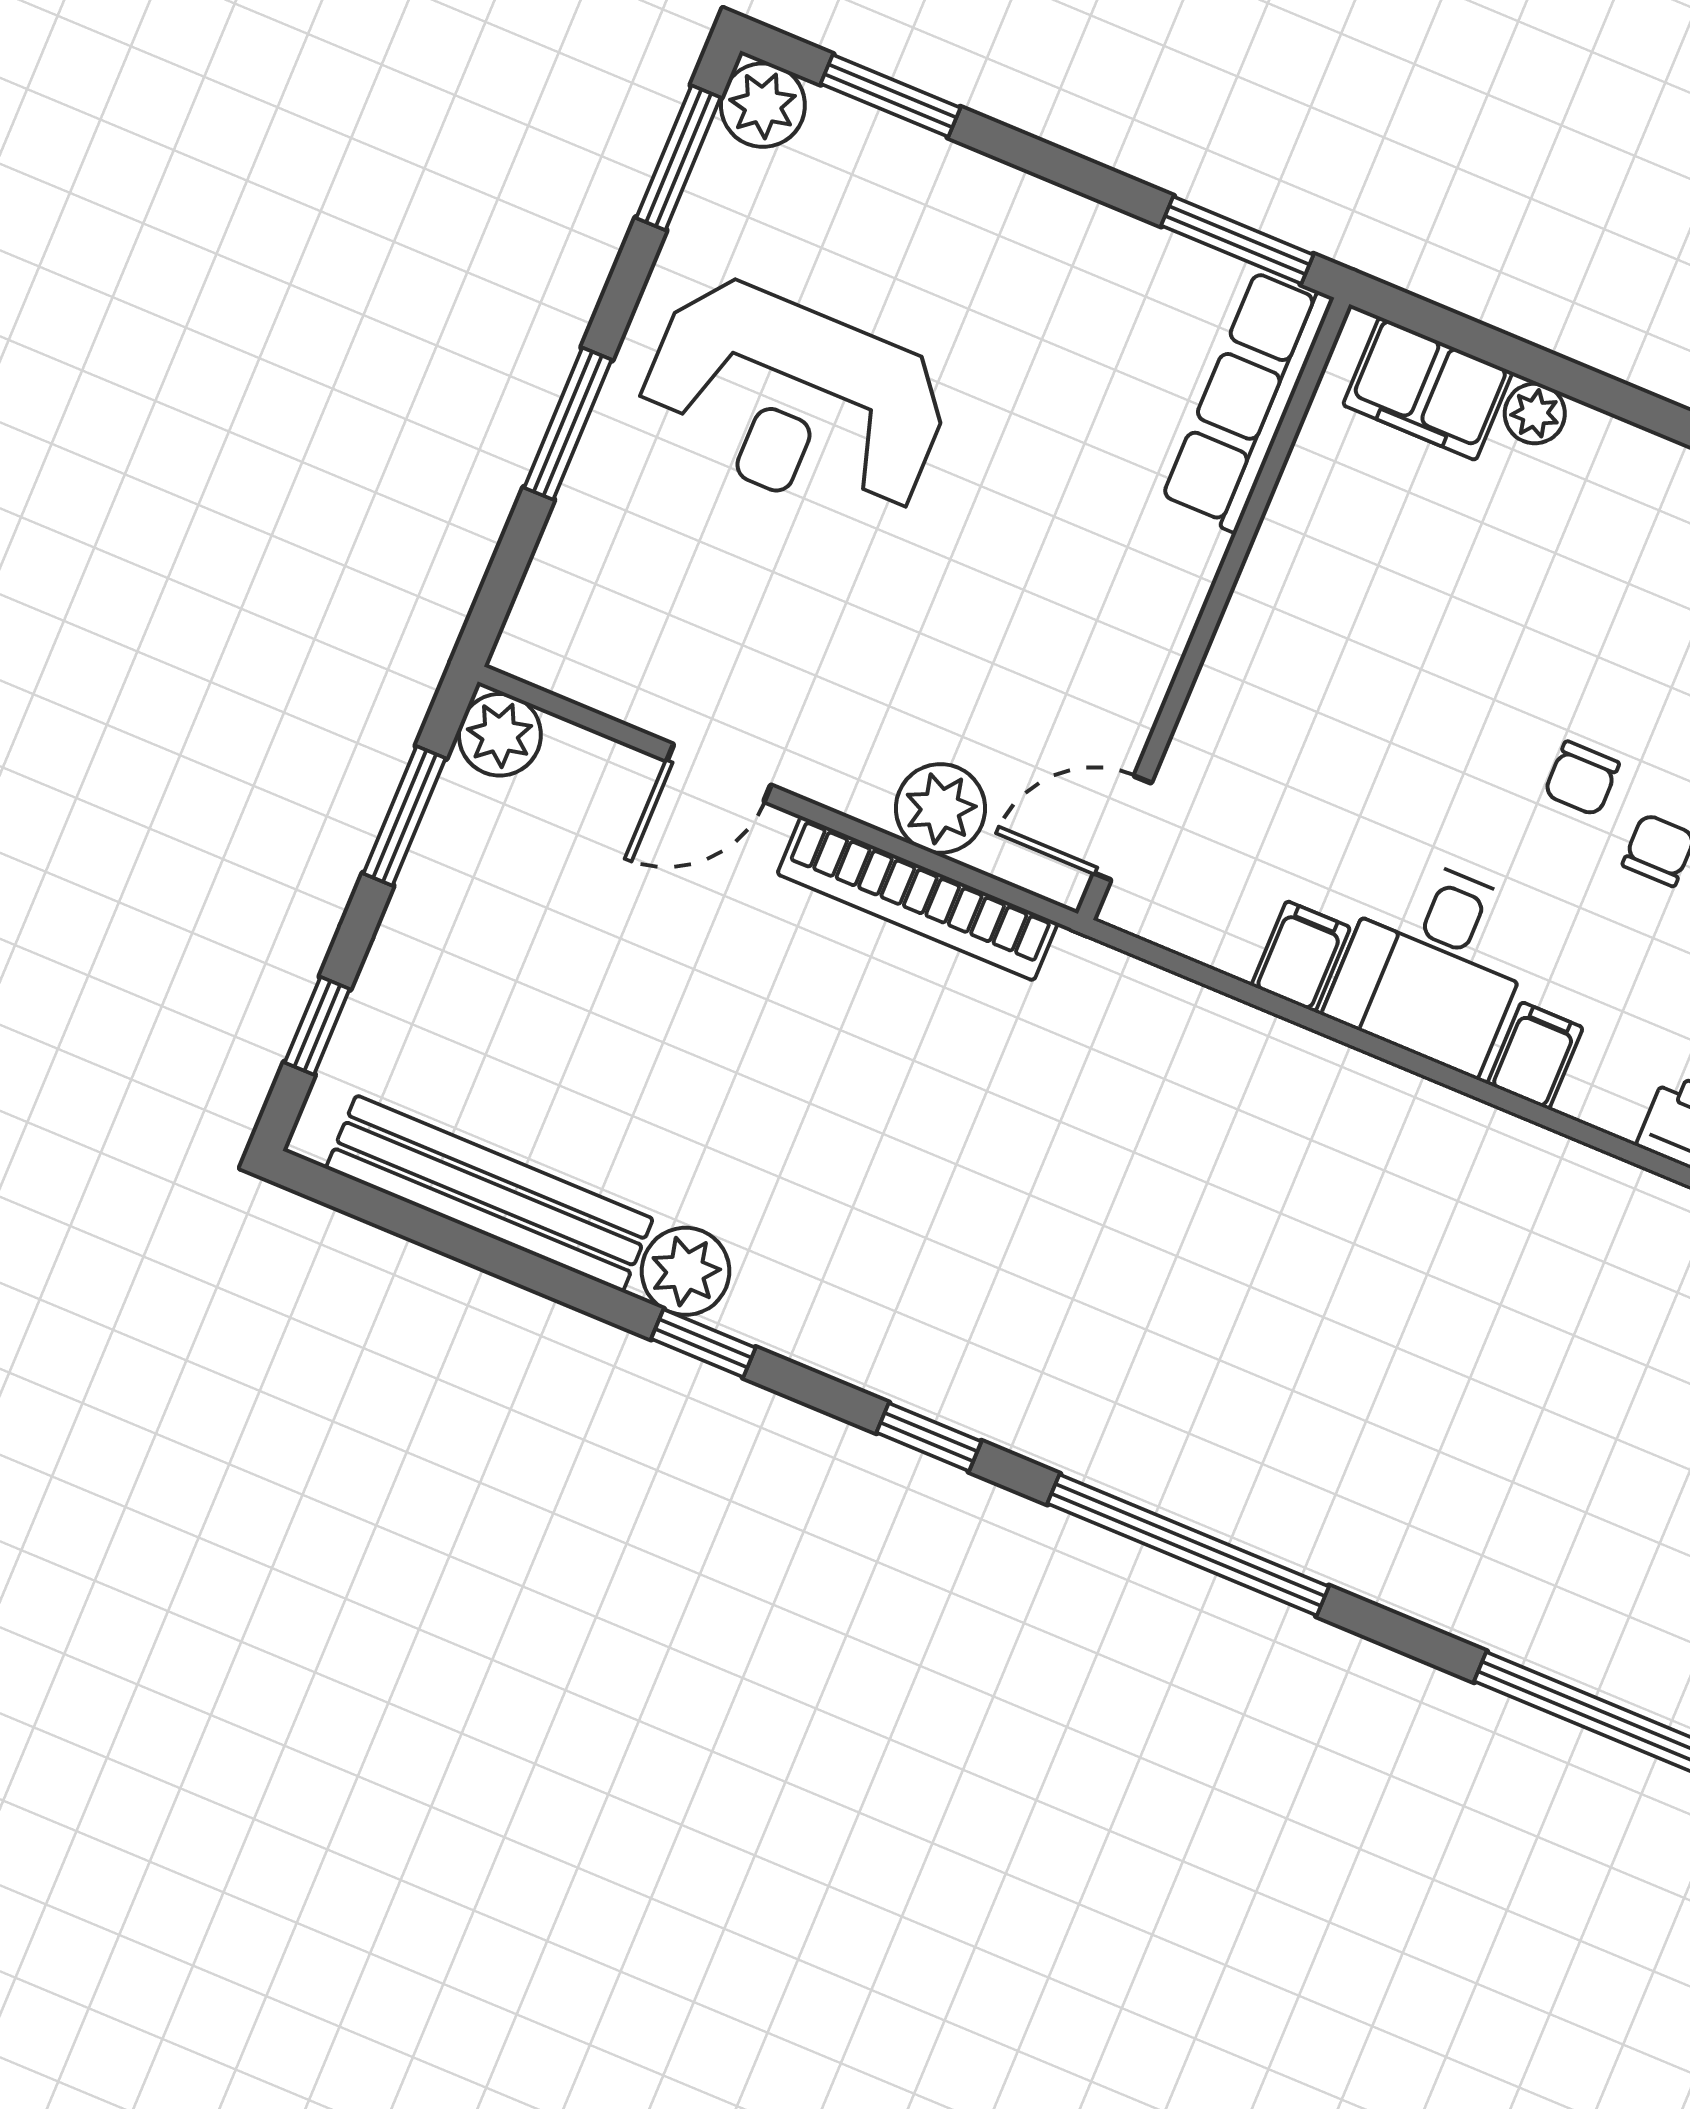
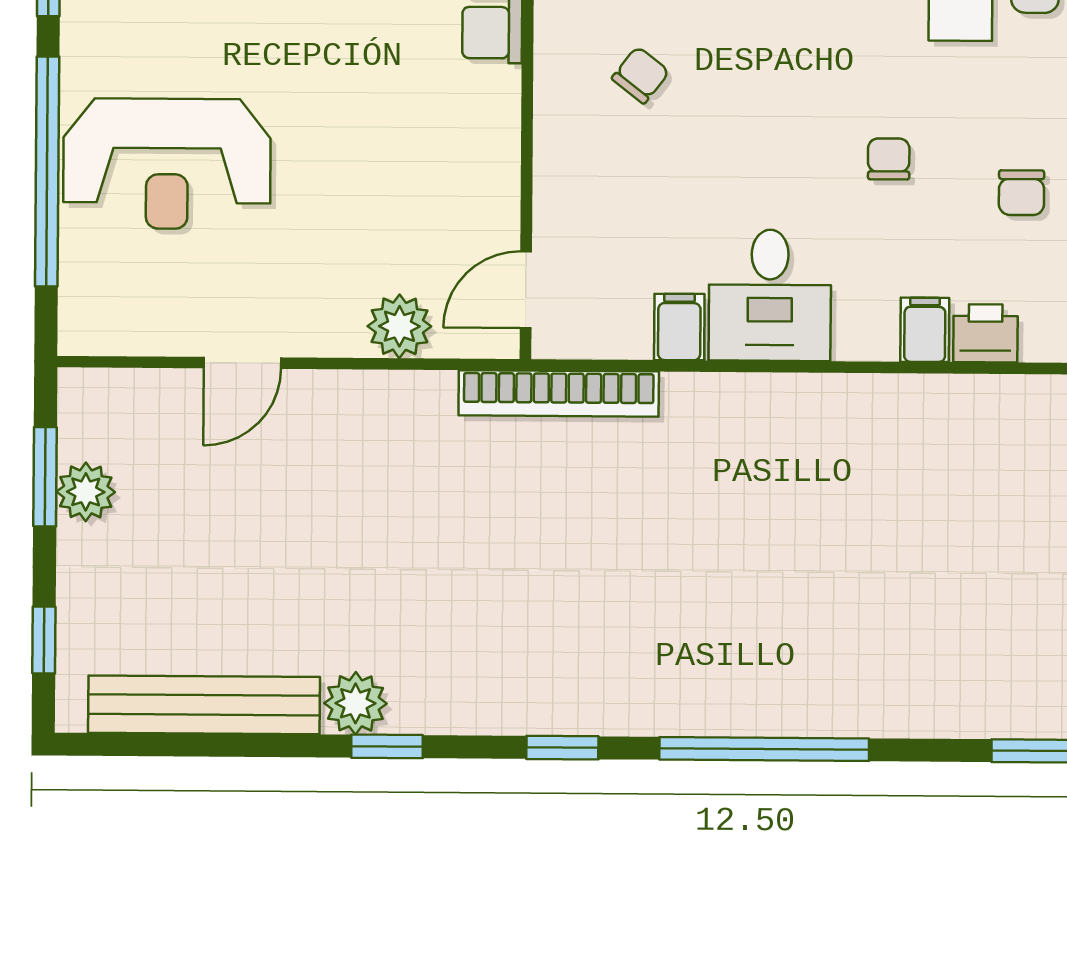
reception desk: (794, 401) -> (167, 164), moved
window: (568, 424) -> (47, 172), width x2.11
plant: (500, 735) -> (86, 492), moved
chair: (1582, 779) -> (641, 75), moved, turned -142
bookcase: (917, 898) -> (559, 393), moved
filing cabinet: (1535, 1056) -> (925, 330), moved

